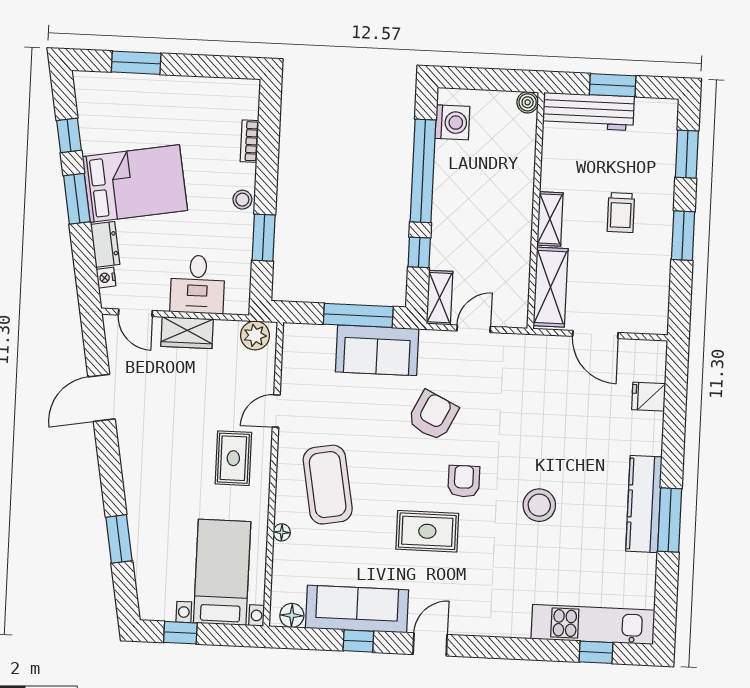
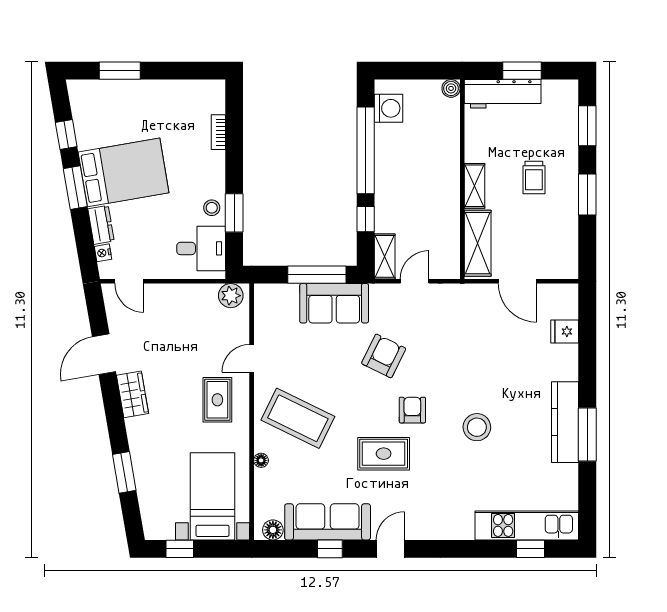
stool: (242, 200) -> (212, 208), moved
desk: (198, 284) -> (201, 248), moved, turned -90
wardrobe: (187, 333) -> (132, 394), moved, turned -100
coffee table: (328, 485) -> (298, 418), turned -54

